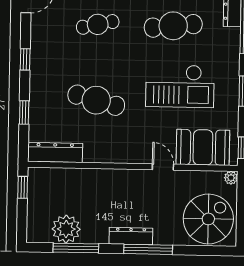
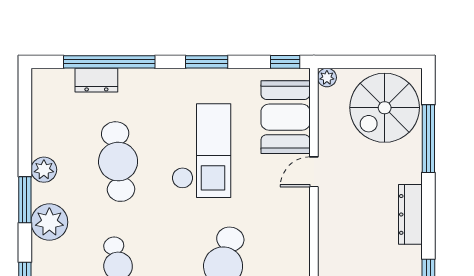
spiral stairs: (208, 219) -> (385, 108), turned -90
window: (148, 249) -> (428, 139), moved

